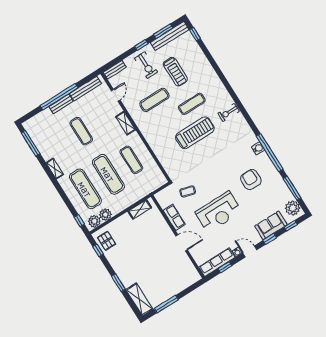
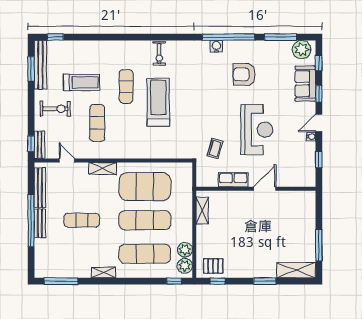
window: (141, 45) -> (31, 144), moved
exercise mat: (131, 160) -> (145, 187), width x2.00, depth x1.45
row of seats: (217, 262) -> (308, 164), removed

